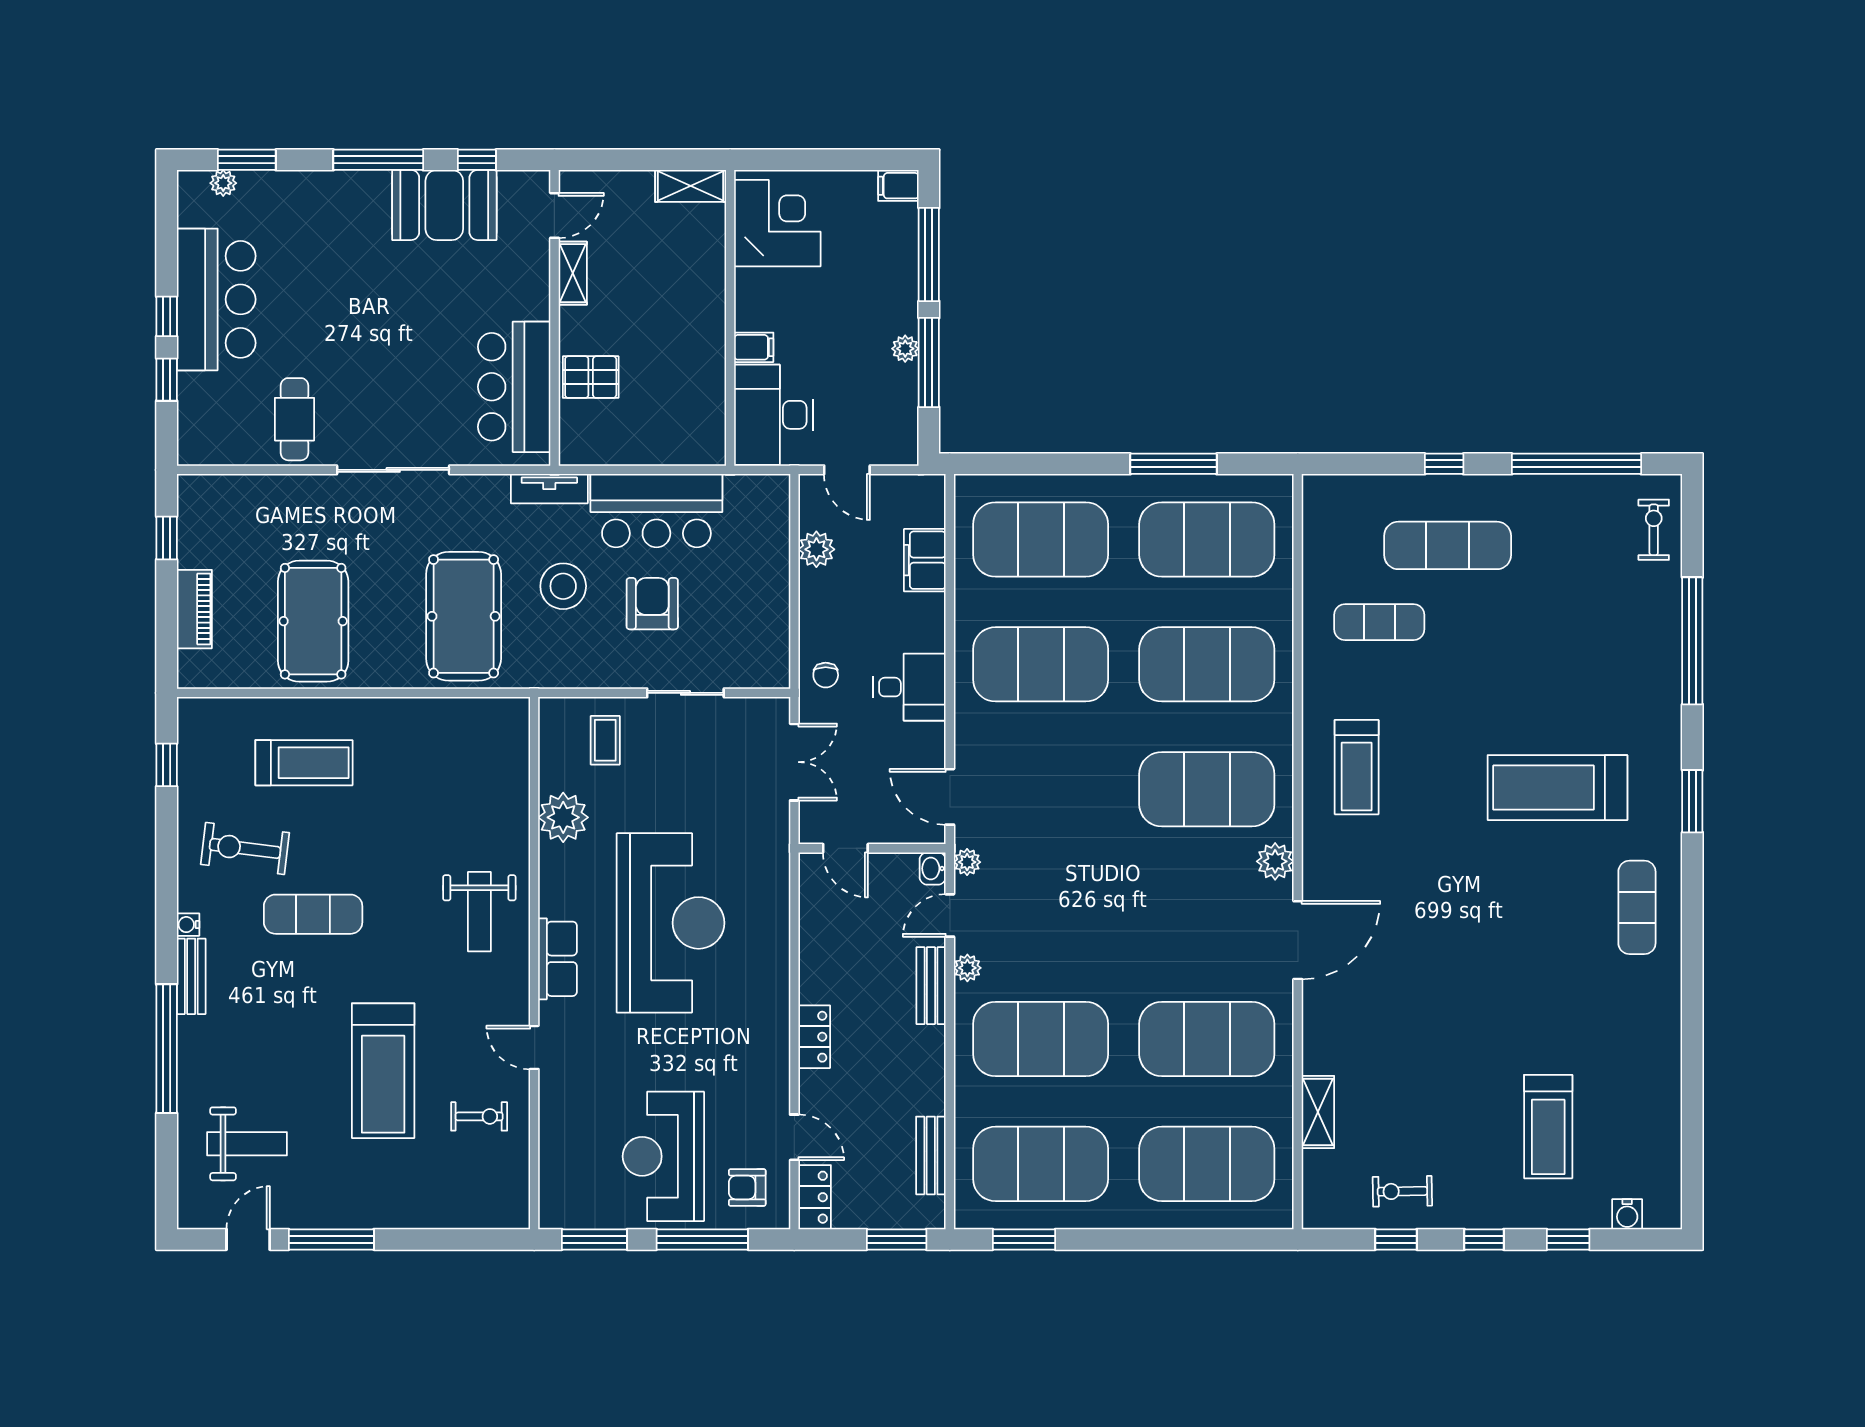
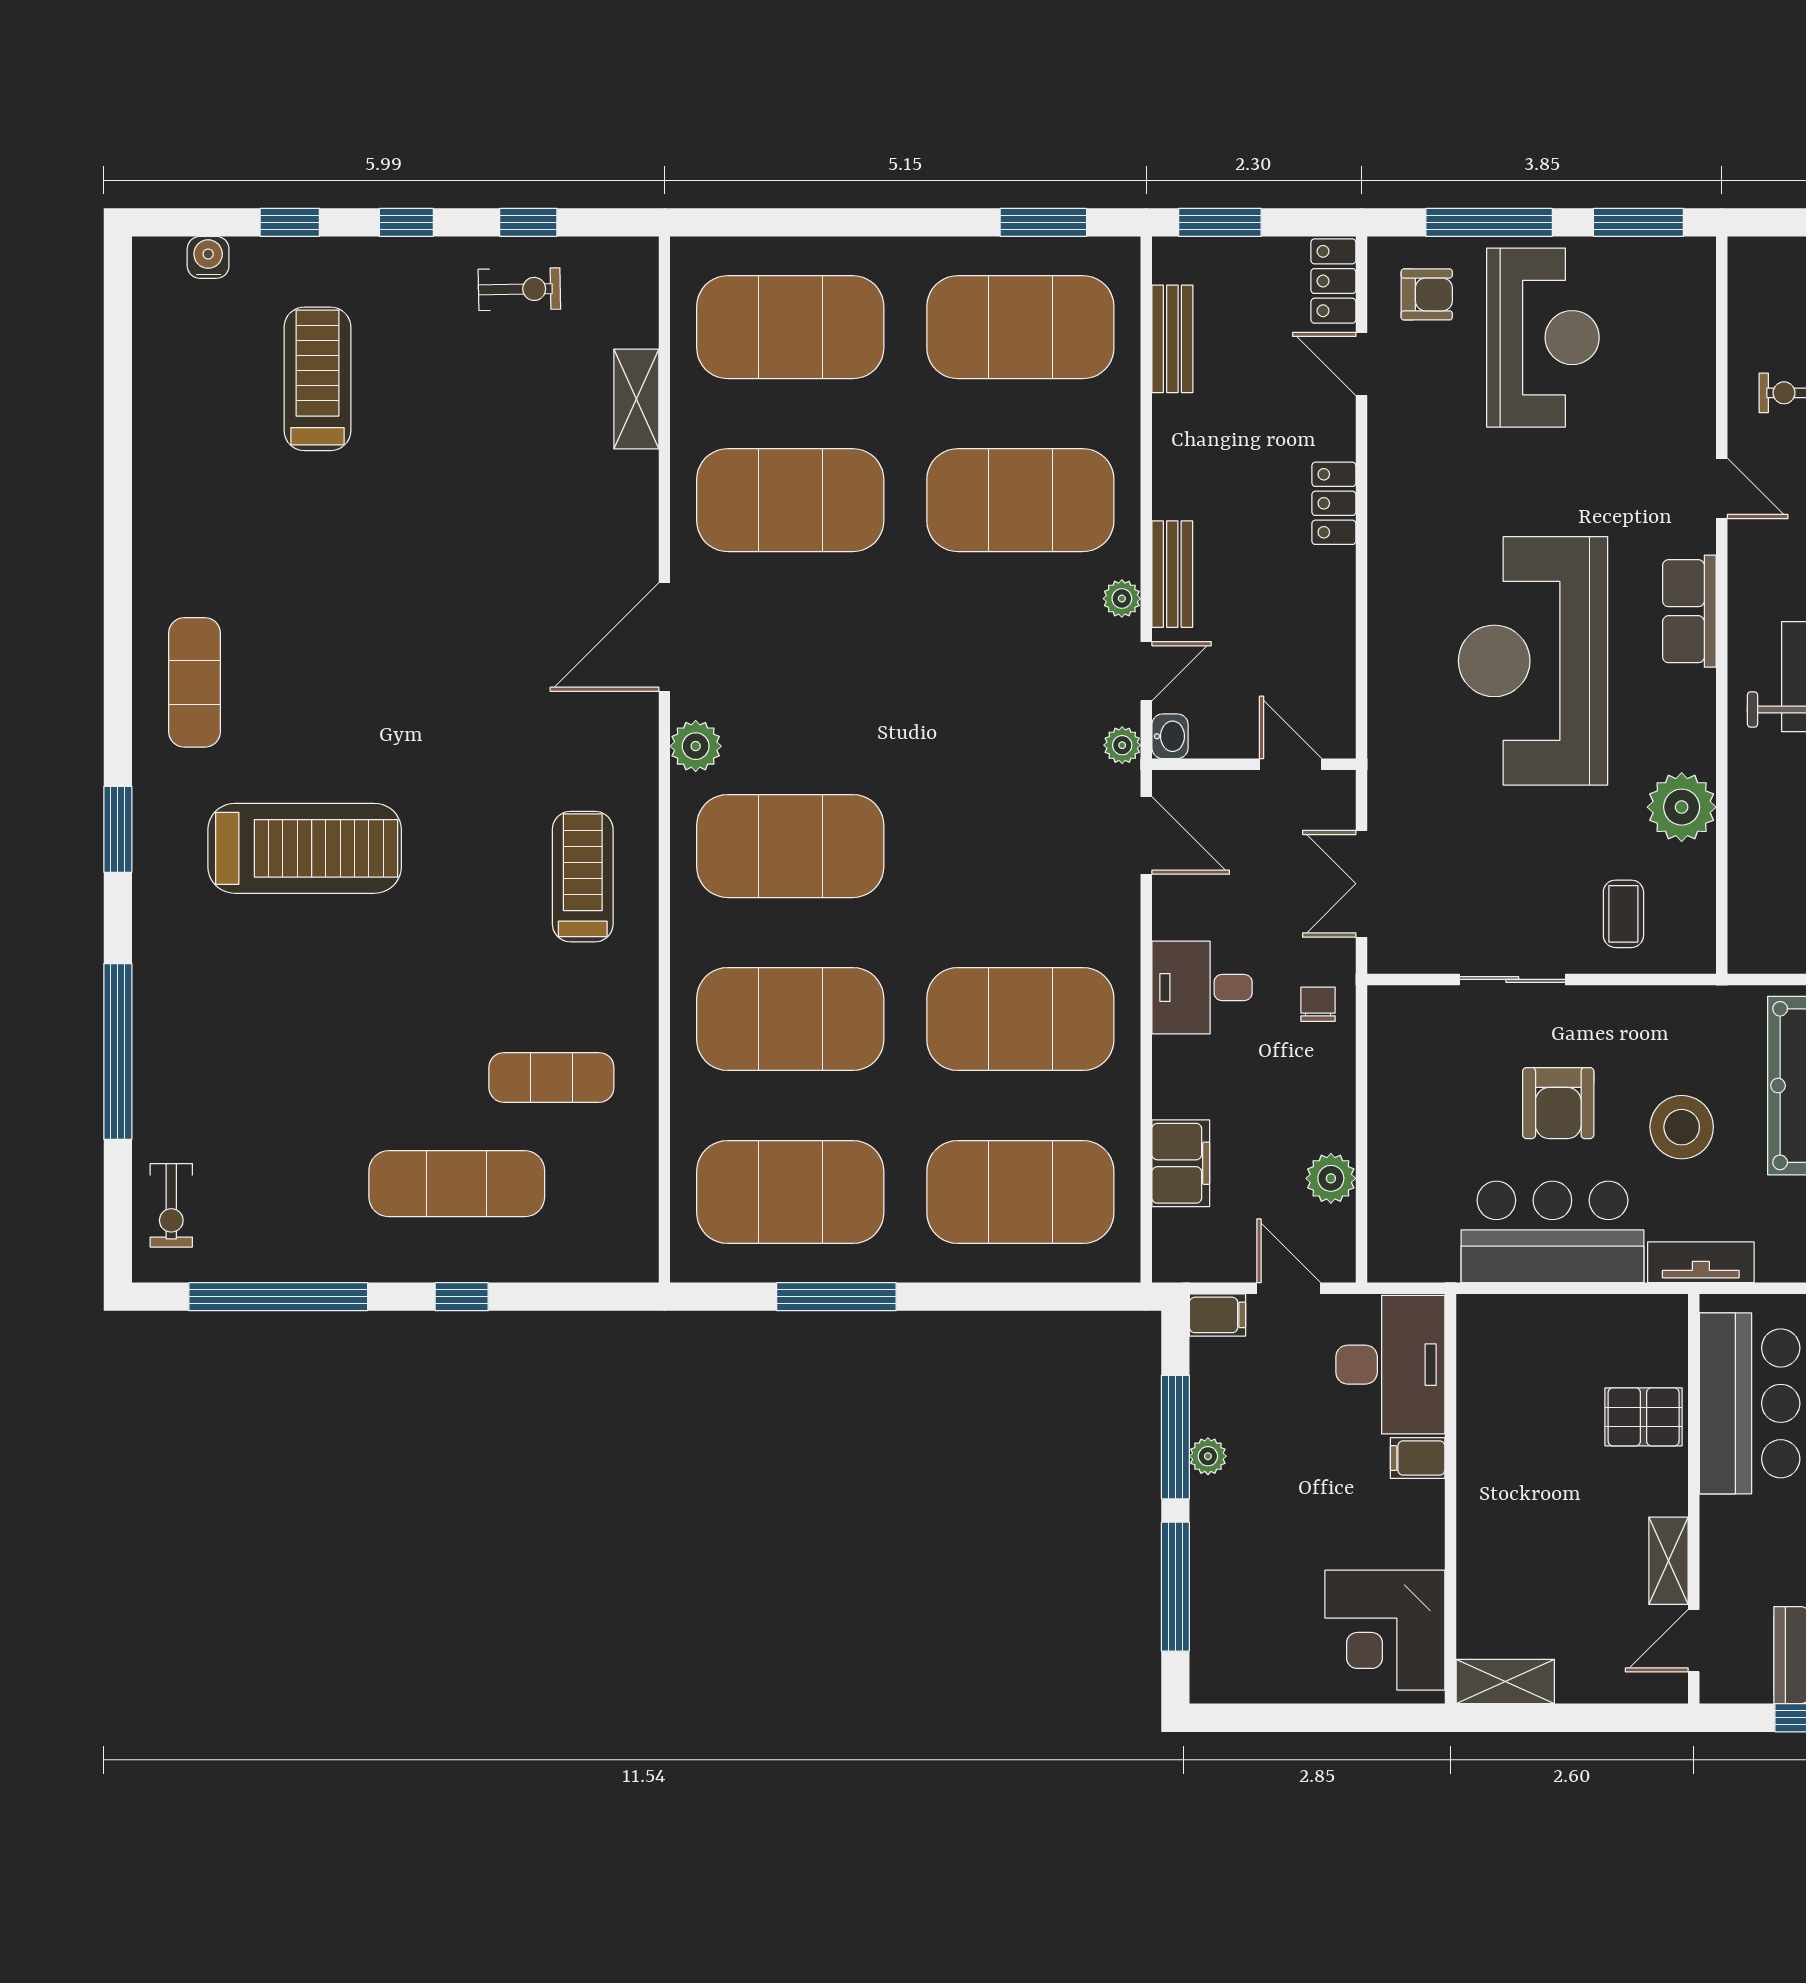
filing cabinet: (898, 186) -> (1217, 1315), moved

